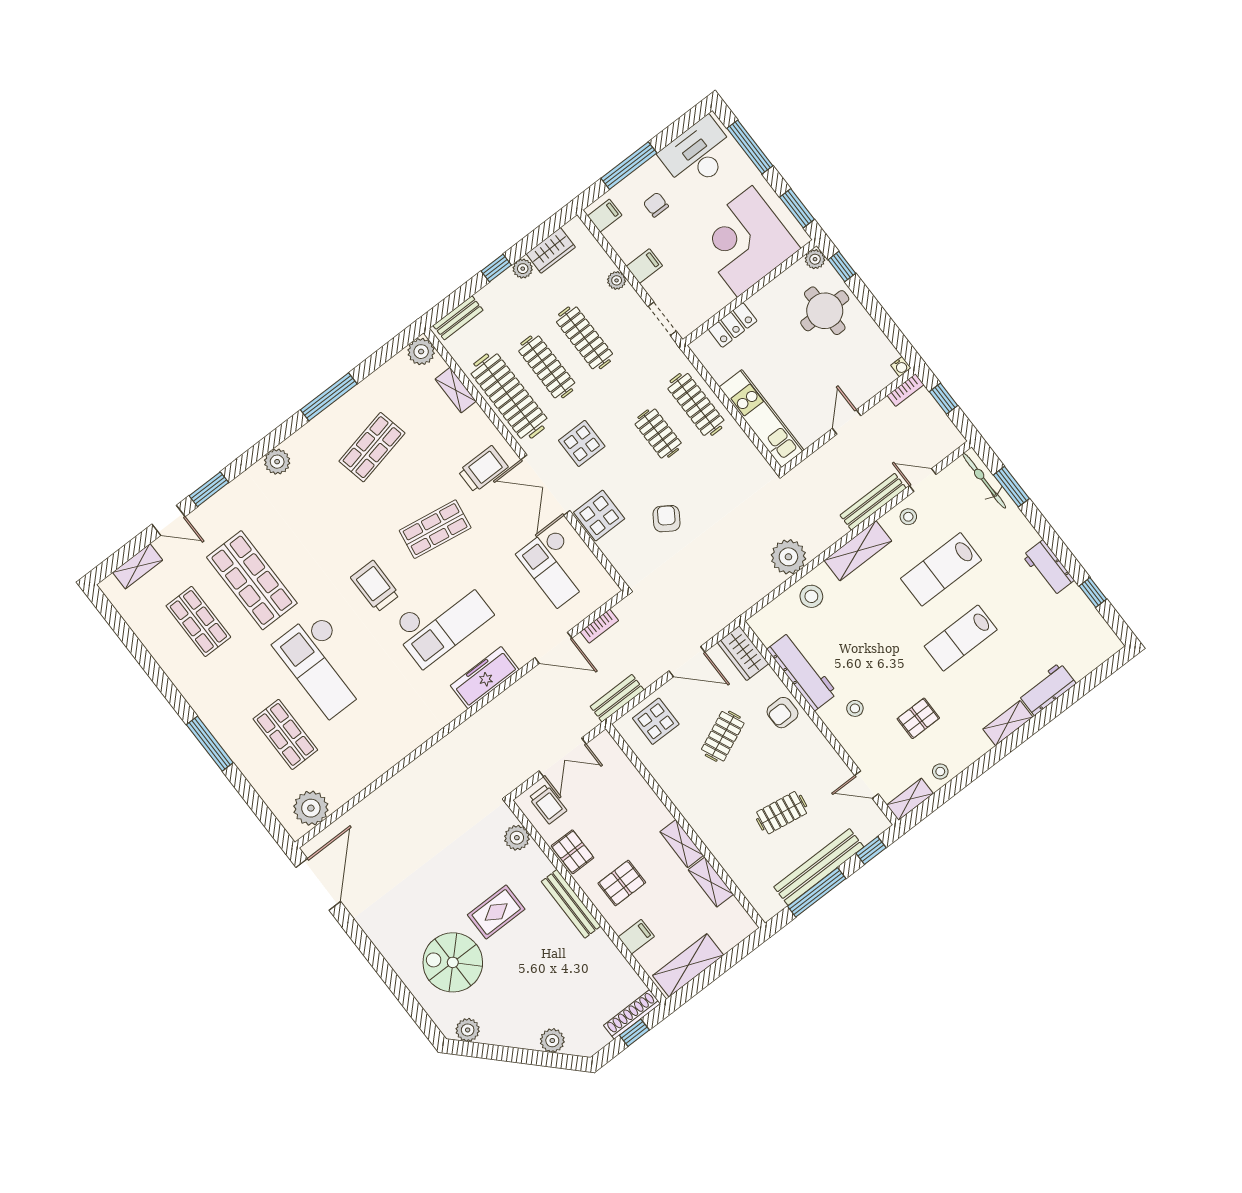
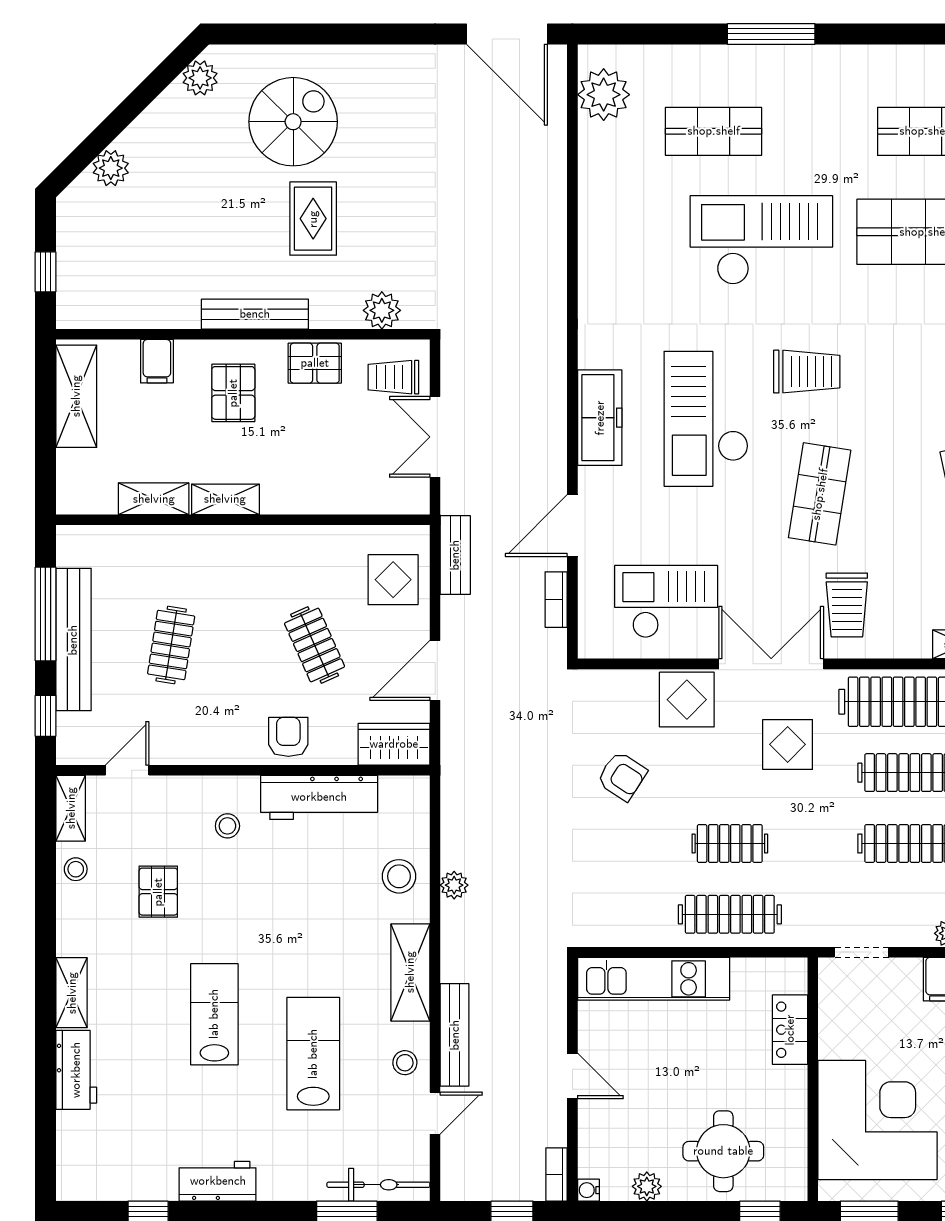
plant: (815, 259) -> (647, 1186), moved
plant: (788, 557) -> (454, 885), width x0.53, depth x0.53
shoe rack: (632, 1014) -> (69, 286), removed

